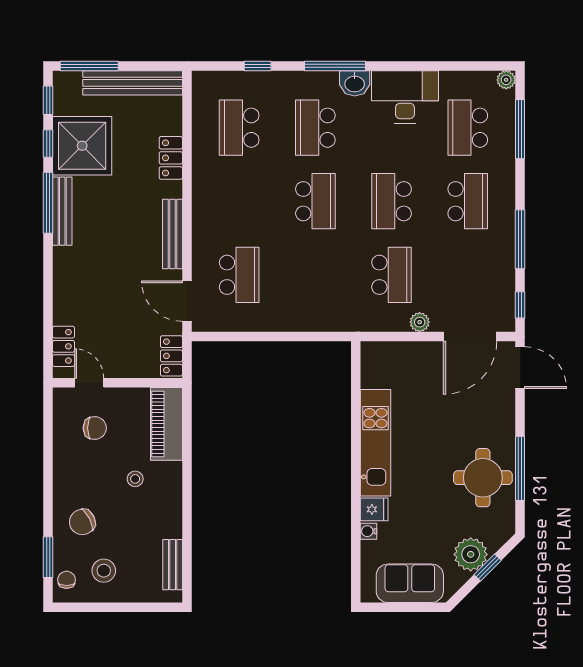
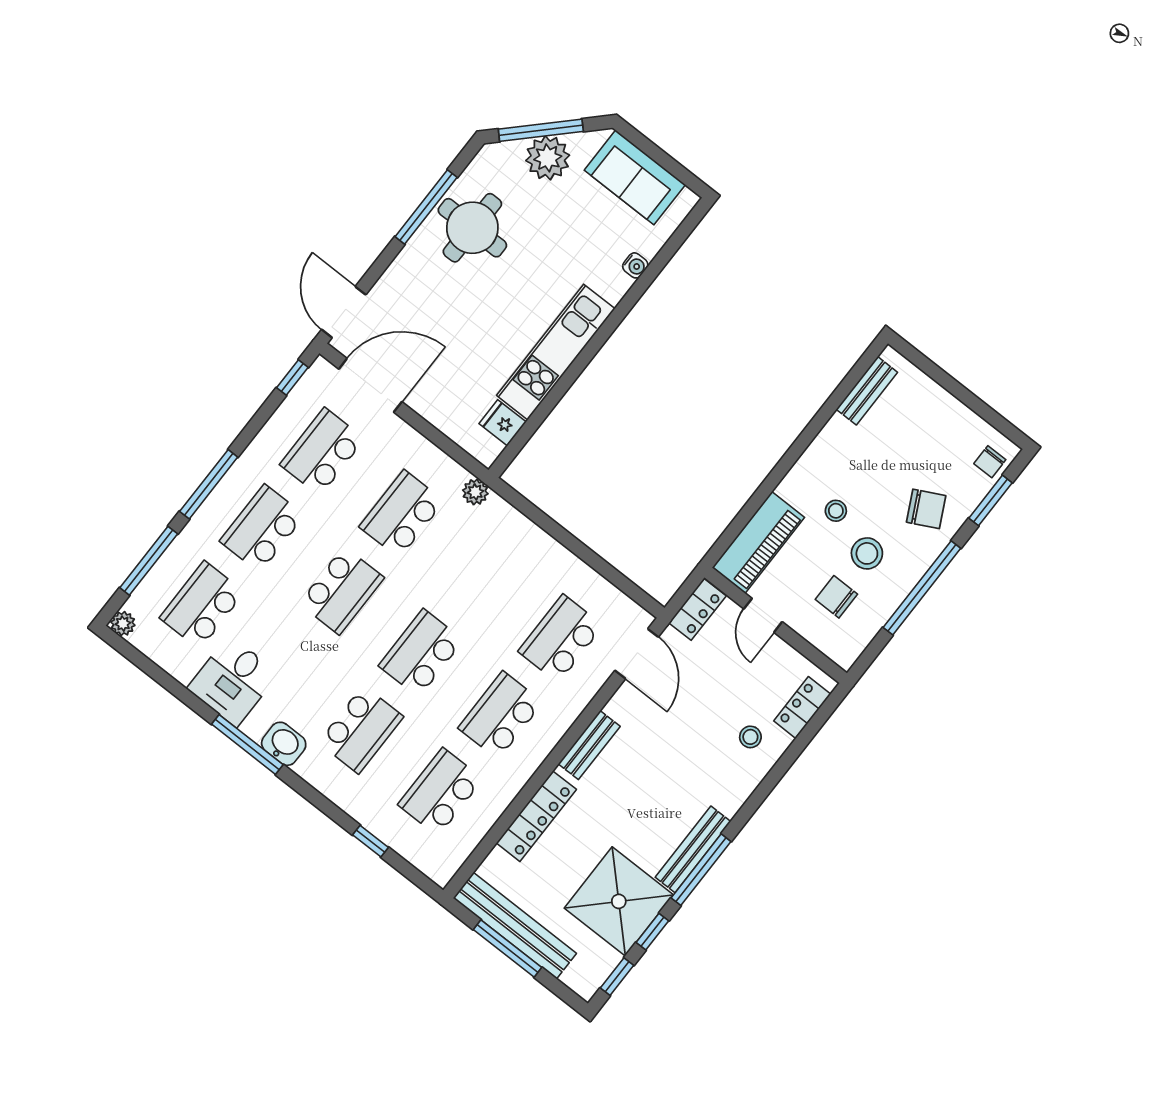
window: (89, 66) -> (507, 948), moved
window: (335, 66) -> (247, 744), moved
desk: (405, 97) -> (233, 681), width x0.73
school desk: (239, 128) -> (440, 792), turned 180
school desk: (468, 128) -> (202, 605), turned 180
locker: (171, 158) -> (536, 816), width x1.53
school desk: (239, 201) -> (500, 715), added
bench: (173, 234) -> (589, 745), width x0.73
window: (520, 239) -> (209, 484), moved
school desk: (468, 275) -> (322, 452), added
stool: (81, 305) -> (750, 737), added
plant: (420, 322) -> (475, 492), moved
door: (89, 383) -> (763, 615), moved
window: (48, 473) -> (922, 588), added
fridge: (374, 509) -> (503, 423), moved
window: (488, 567) -> (541, 130), width x2.17
stool: (104, 571) -> (867, 553), moved

